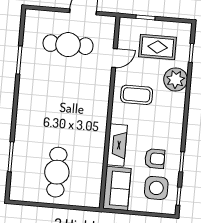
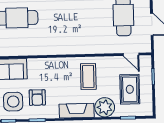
door: (114, 58) -> (131, 54), moved
fireplace: (117, 145) -> (77, 111), moved, turned 180

